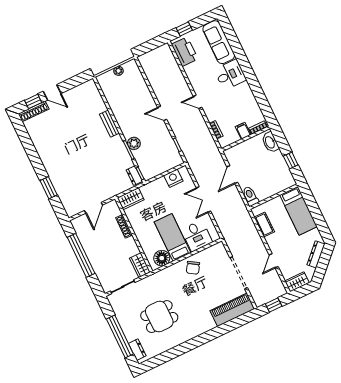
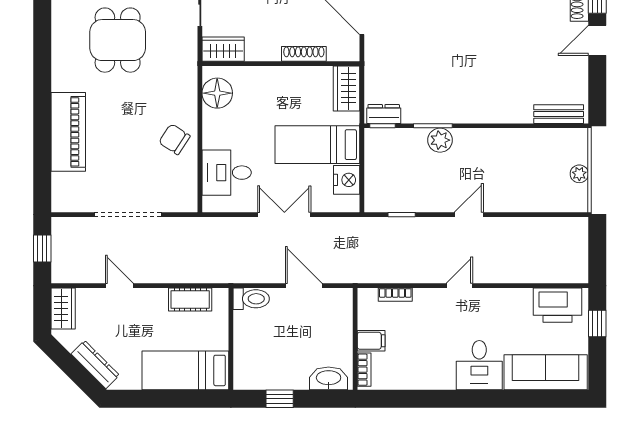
bench: (109, 124) -> (559, 114), moved
bed: (173, 237) -> (317, 145), moved, turned 180
piano: (232, 310) -> (68, 132), moved

